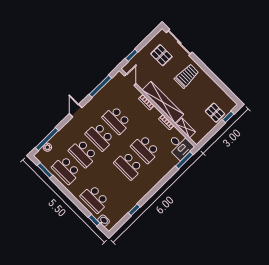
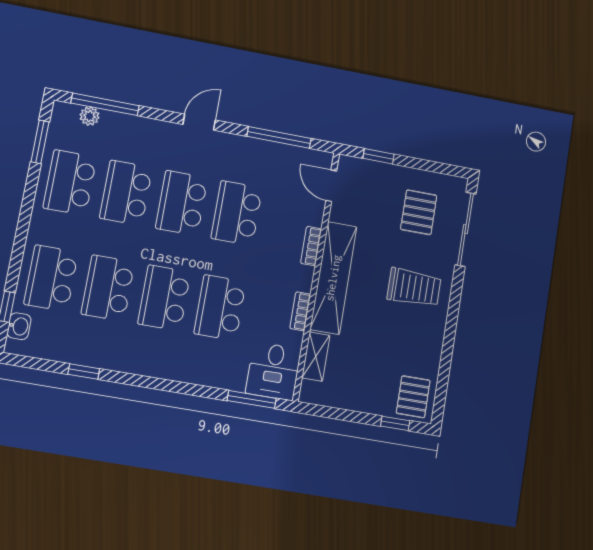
door: (130, 80) -> (331, 186), swing flipped
pallet: (215, 113) -> (413, 397), moved
school desk: (112, 182) -> (108, 288), added

